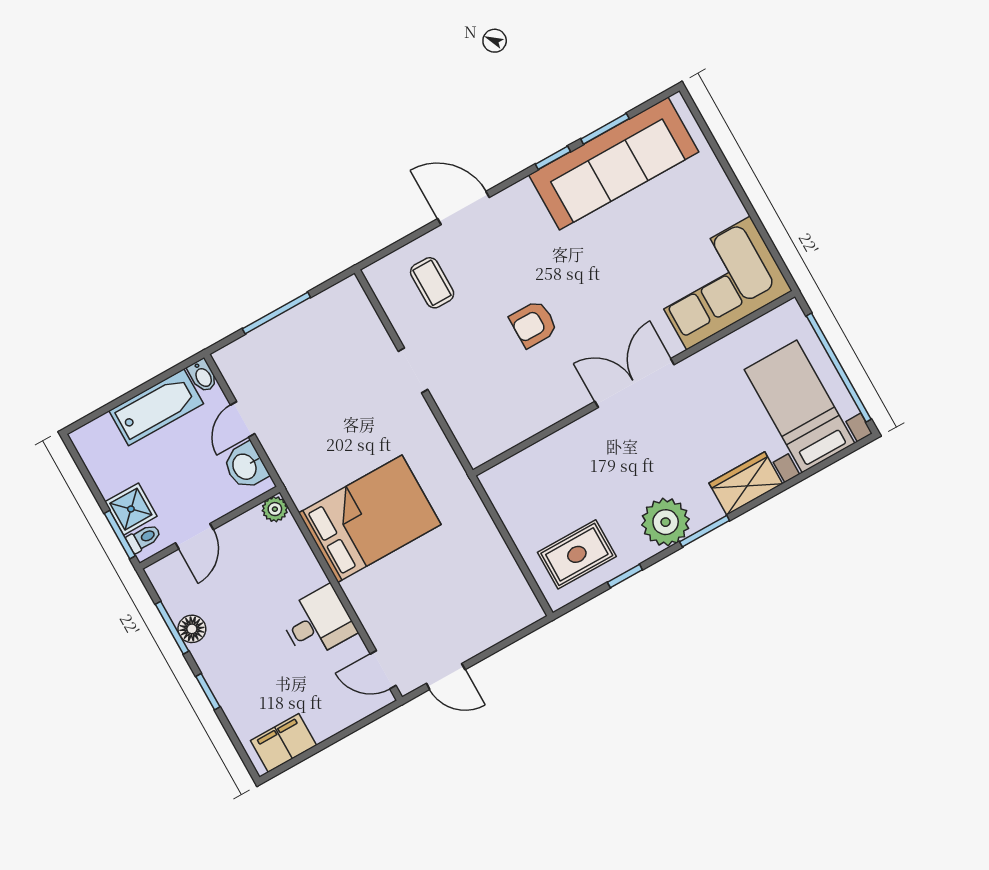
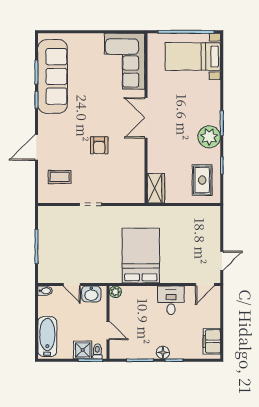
bathtub: (156, 407) -> (47, 337), moved
wardrobe: (746, 483) -> (156, 188), moved, turned 180
floor lamp: (192, 629) -> (163, 353), moved

